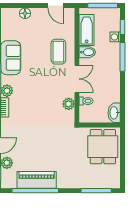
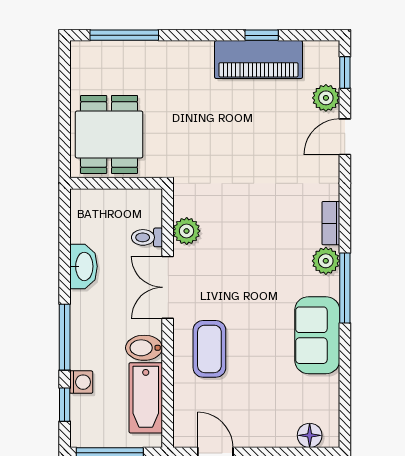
floor lamp: (25, 13) -> (310, 435), moved
washbasin: (114, 113) -> (83, 266), moved
window: (35, 191) -> (262, 35), width x0.32

